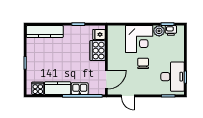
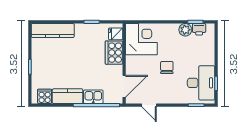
corner desk: (139, 39) -> (141, 39), moved, turned -90

